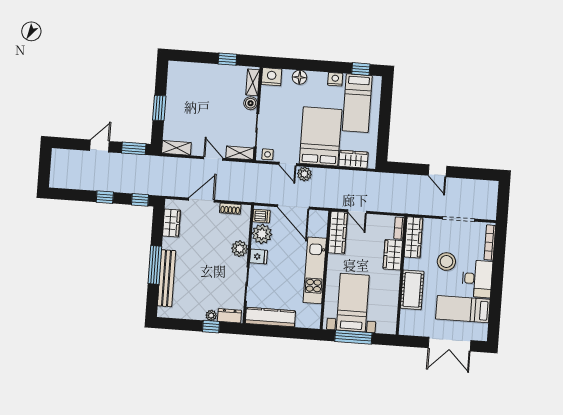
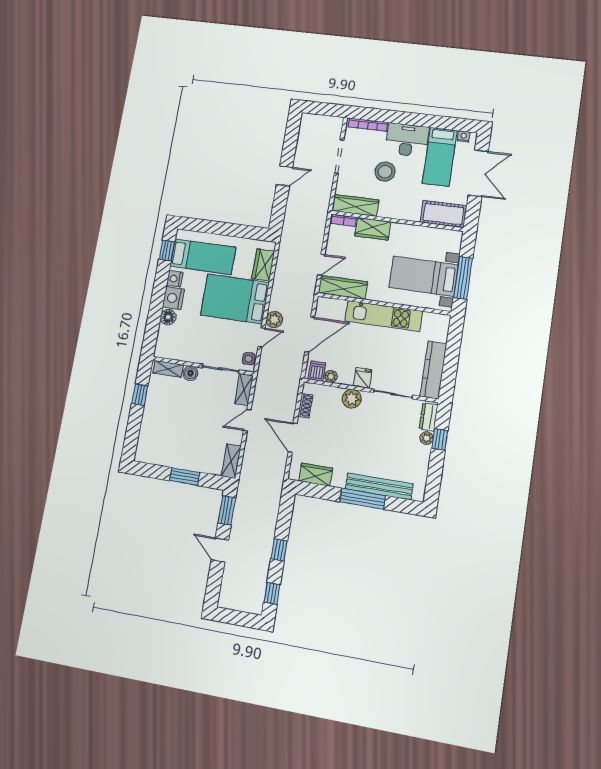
nightstand: (272, 77) -> (173, 298), moved
window: (140, 200) -> (272, 593), moved
plant: (262, 234) -> (331, 377), width x0.53, depth x0.53
cot: (412, 290) -> (443, 214), moved
nightstand: (483, 329) -> (464, 136), added

